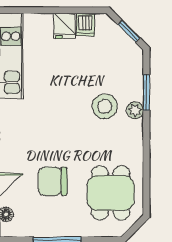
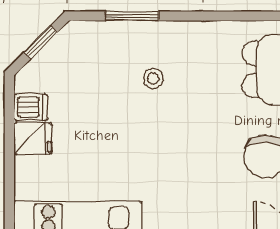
stool: (105, 106) -> (153, 78), width x0.53, depth x0.53
plant: (135, 110) -> (159, 33), removed

